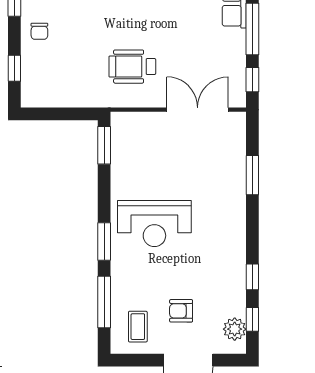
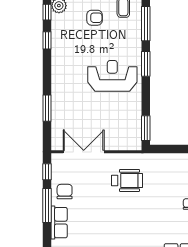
chair: (226, 50) -> (65, 192), added
double door: (198, 110) -> (84, 152), swing flipped

